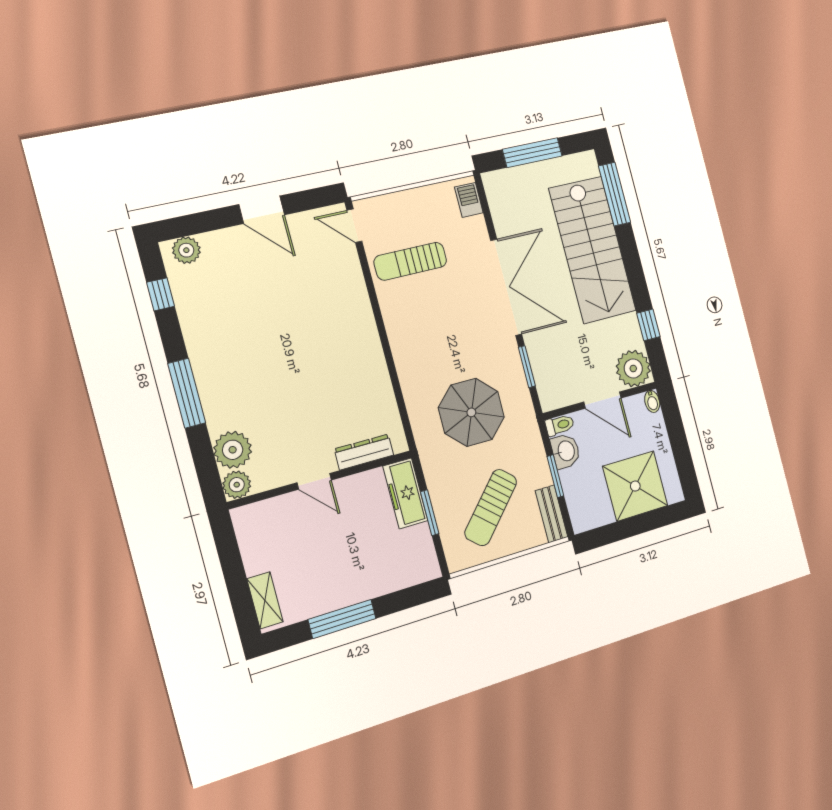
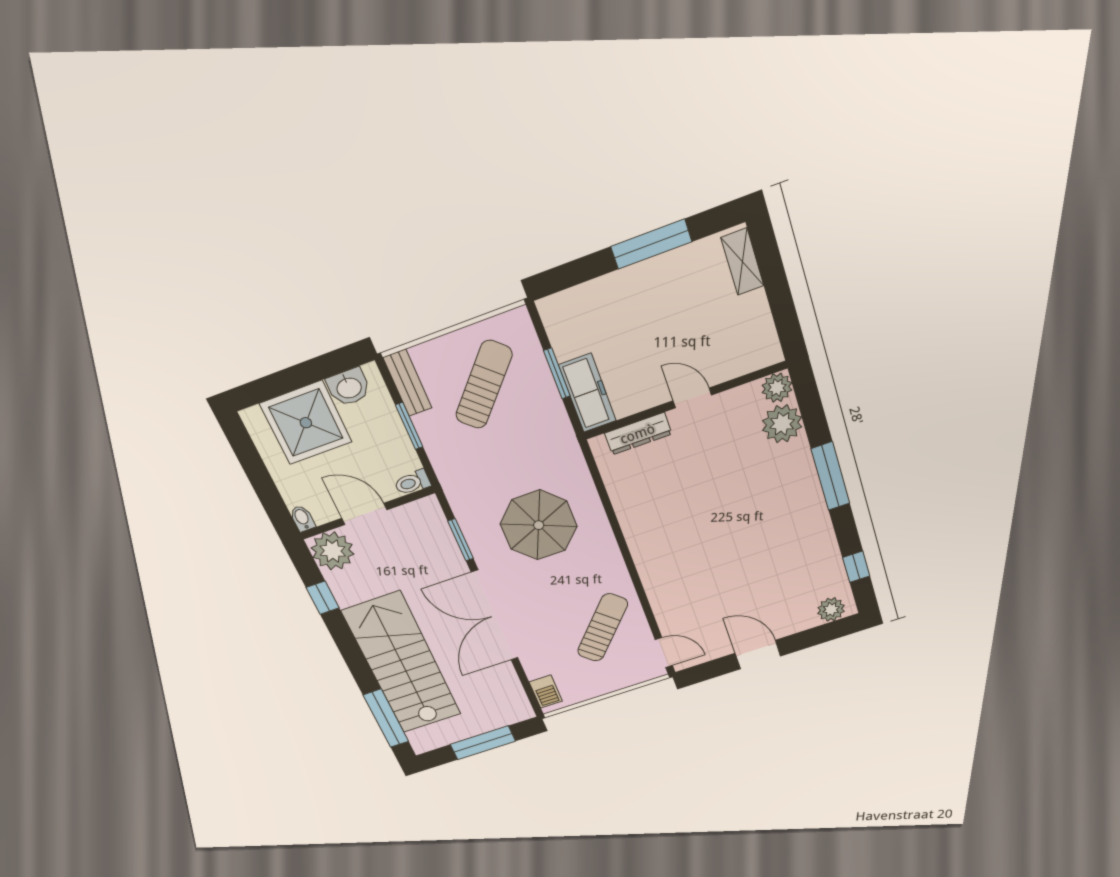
sun lounger: (410, 261) -> (603, 628), turned -48
parasol: (471, 412) -> (539, 525), moved
washbasin: (566, 451) -> (349, 387), moved, turned -90

